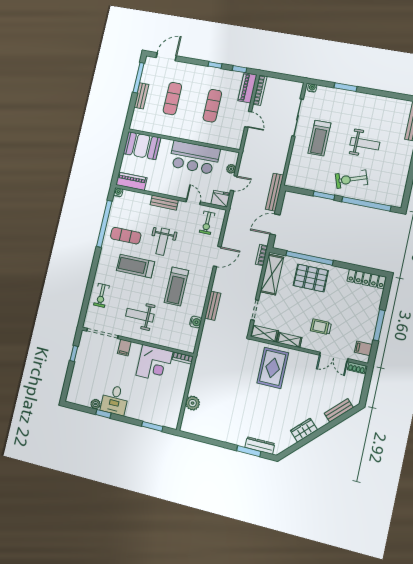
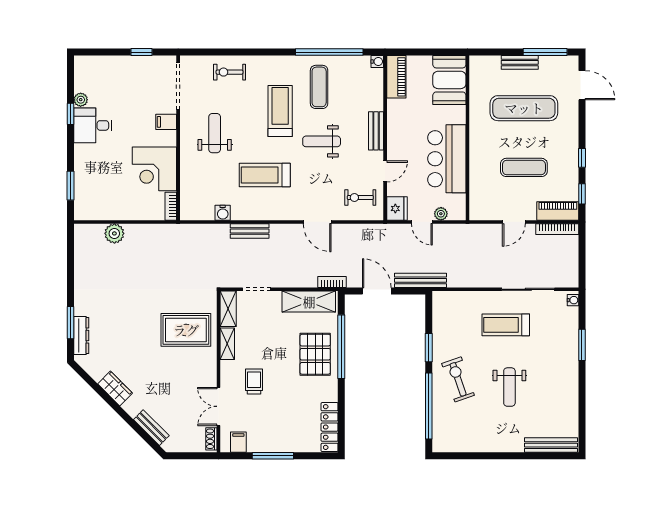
exercise mat: (172, 99) -> (524, 108), width x1.36, depth x1.45

